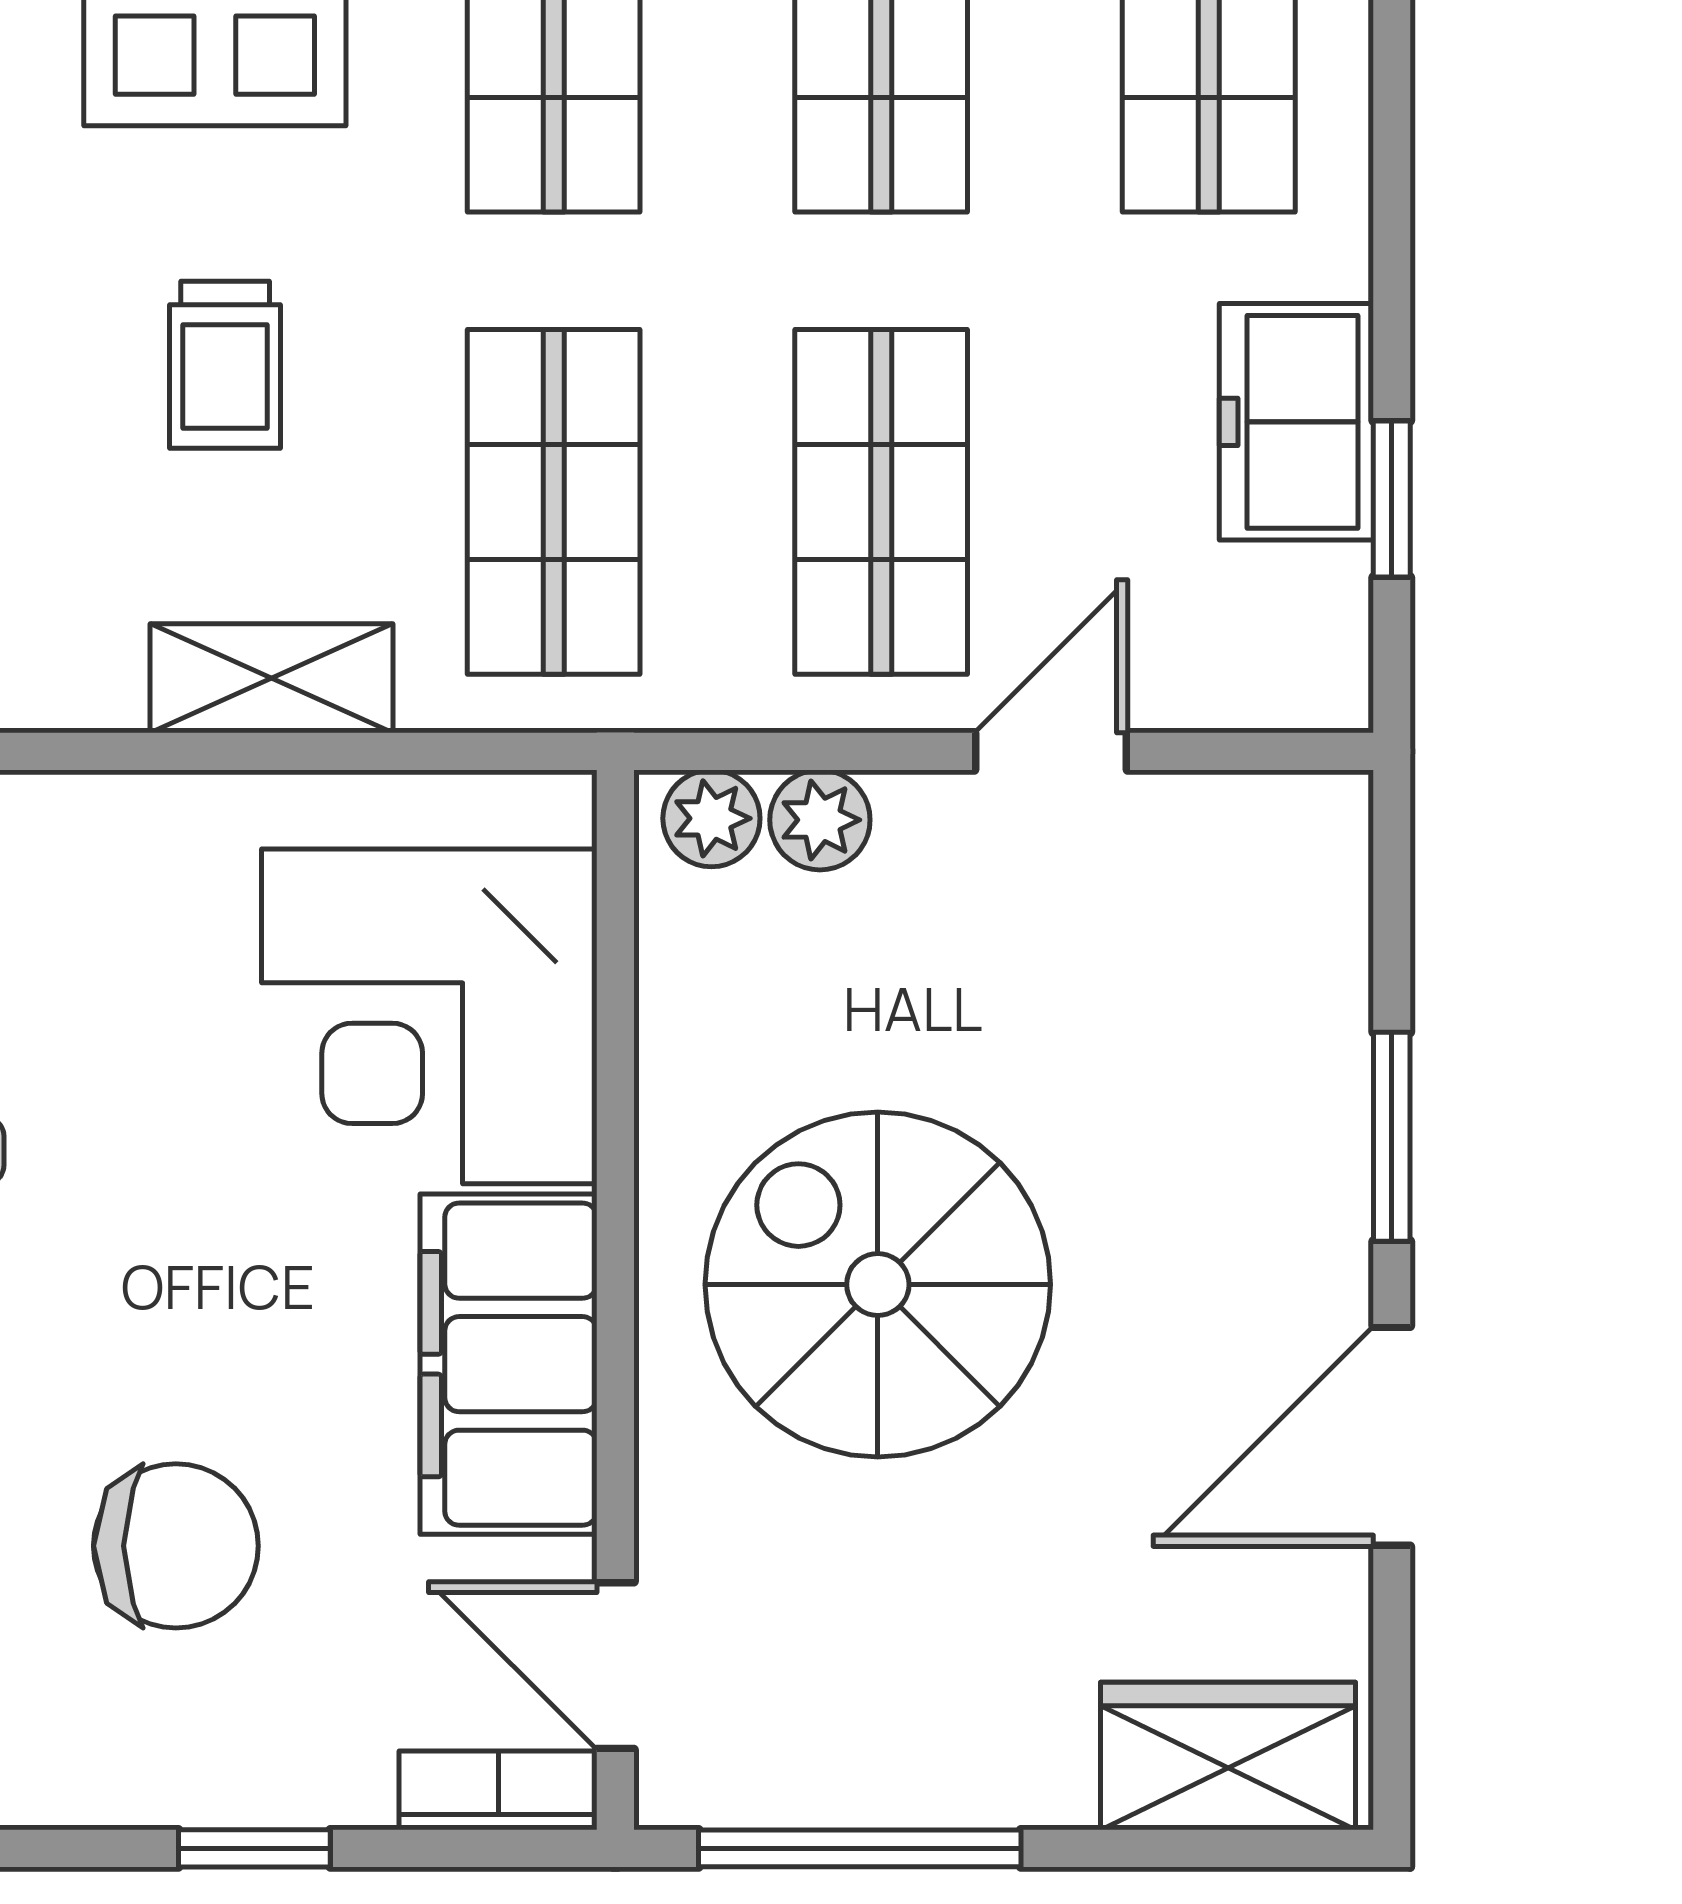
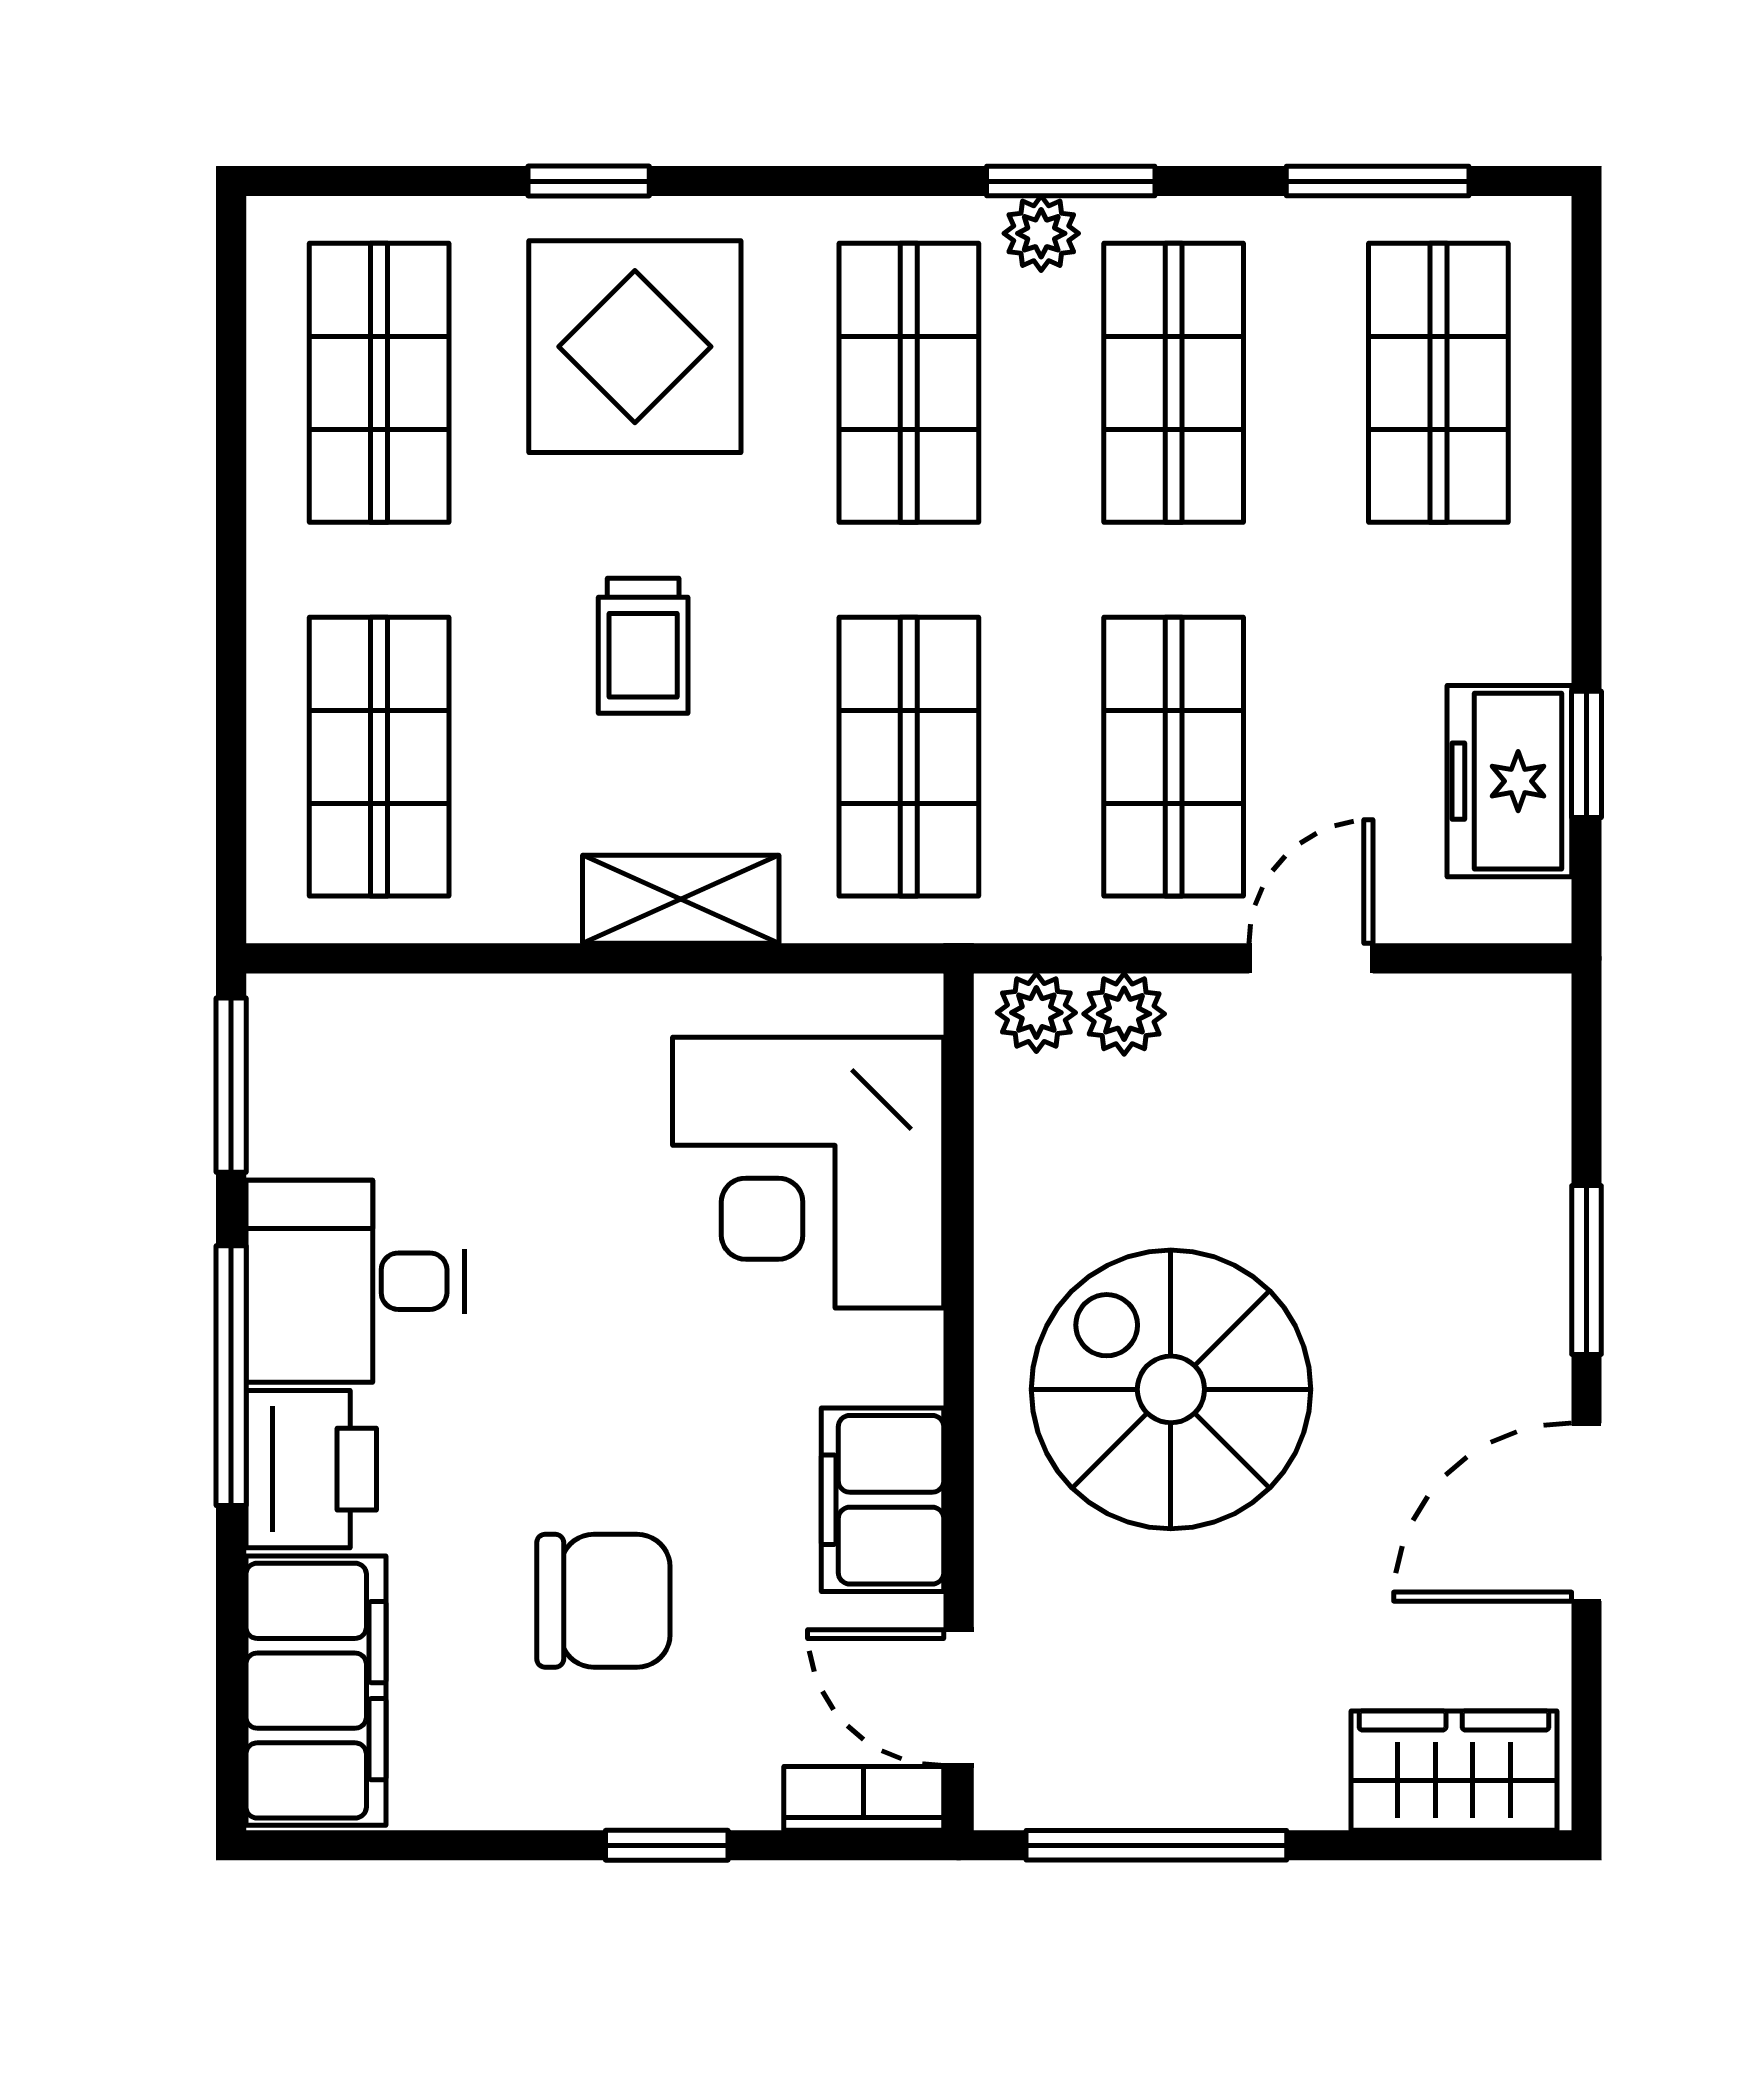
freezer: (1296, 422) -> (1509, 781), moved
filing cabinet: (508, 1364) -> (882, 1500), width x0.67, depth x0.86

